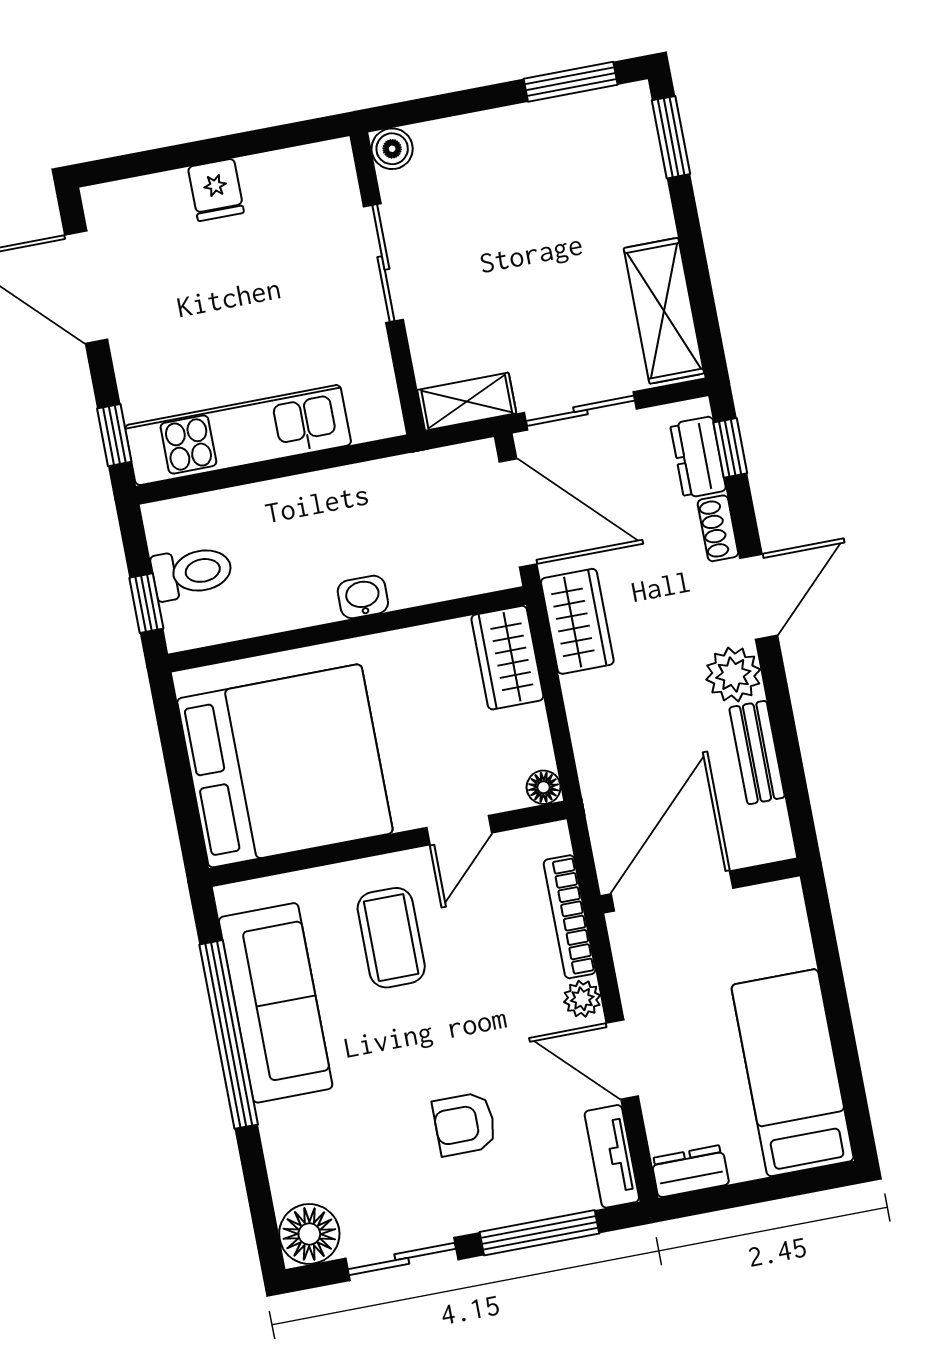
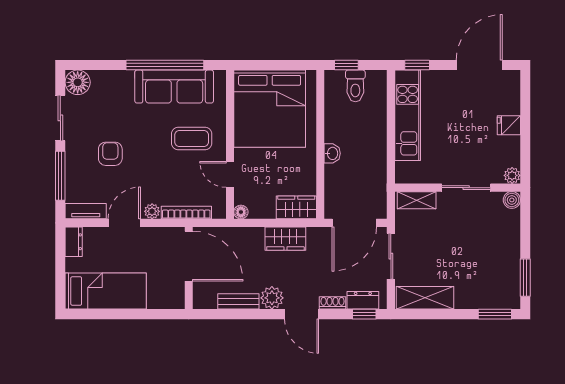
plant: (334, 159) -> (512, 175), added
shelving: (467, 402) -> (417, 200), moved, turned 90
wardrobe: (577, 621) -> (285, 239), moved

